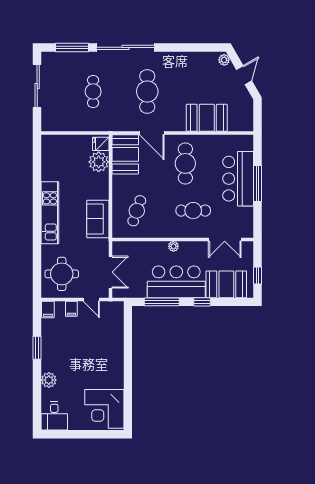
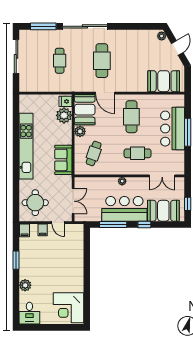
booth: (207, 118) -> (164, 81), moved
plant: (119, 182) -> (80, 131), added
kitchen unit: (50, 213) -> (26, 146), width x1.36

